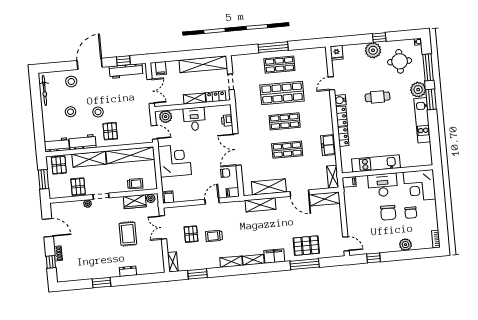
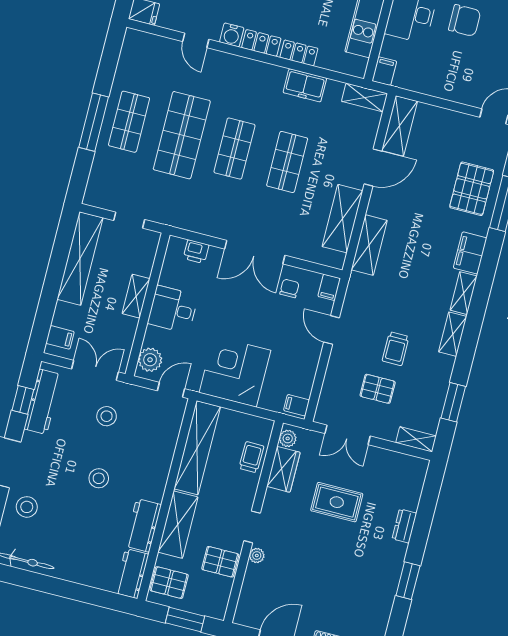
locker: (216, 97) -> (146, 257), removed
stool: (70, 112) -> (107, 416), moved
pallet: (110, 131) -> (141, 469), removed

